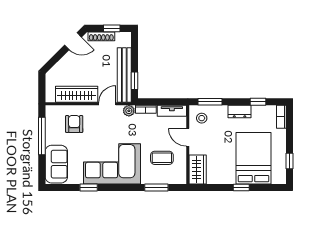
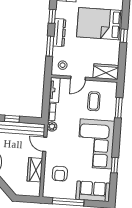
window: (135, 81) -> (12, 119), moved
wardrobe: (77, 94) -> (35, 170), width x0.67
window: (210, 102) -> (50, 46), moved
dresser: (240, 112) -> (59, 33), width x1.44
armchair: (74, 124) -> (60, 174), turned -90

